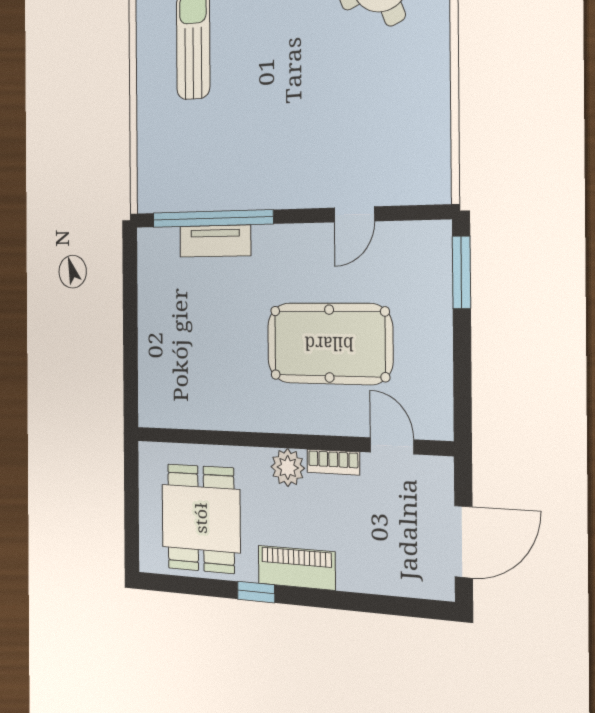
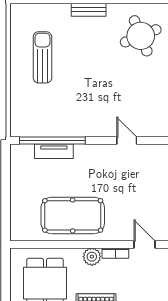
door: (354, 214) -> (127, 141), swing flipped
pool table: (329, 344) -> (73, 215), moved

